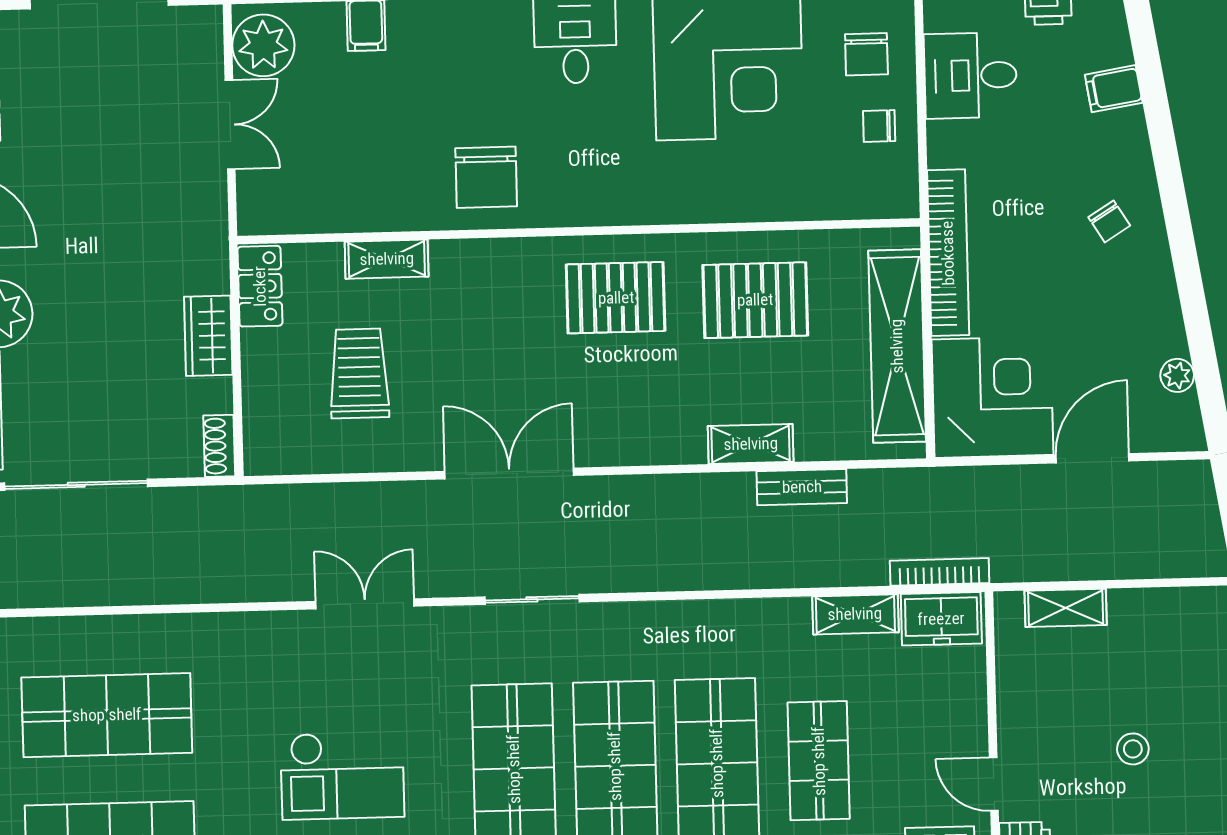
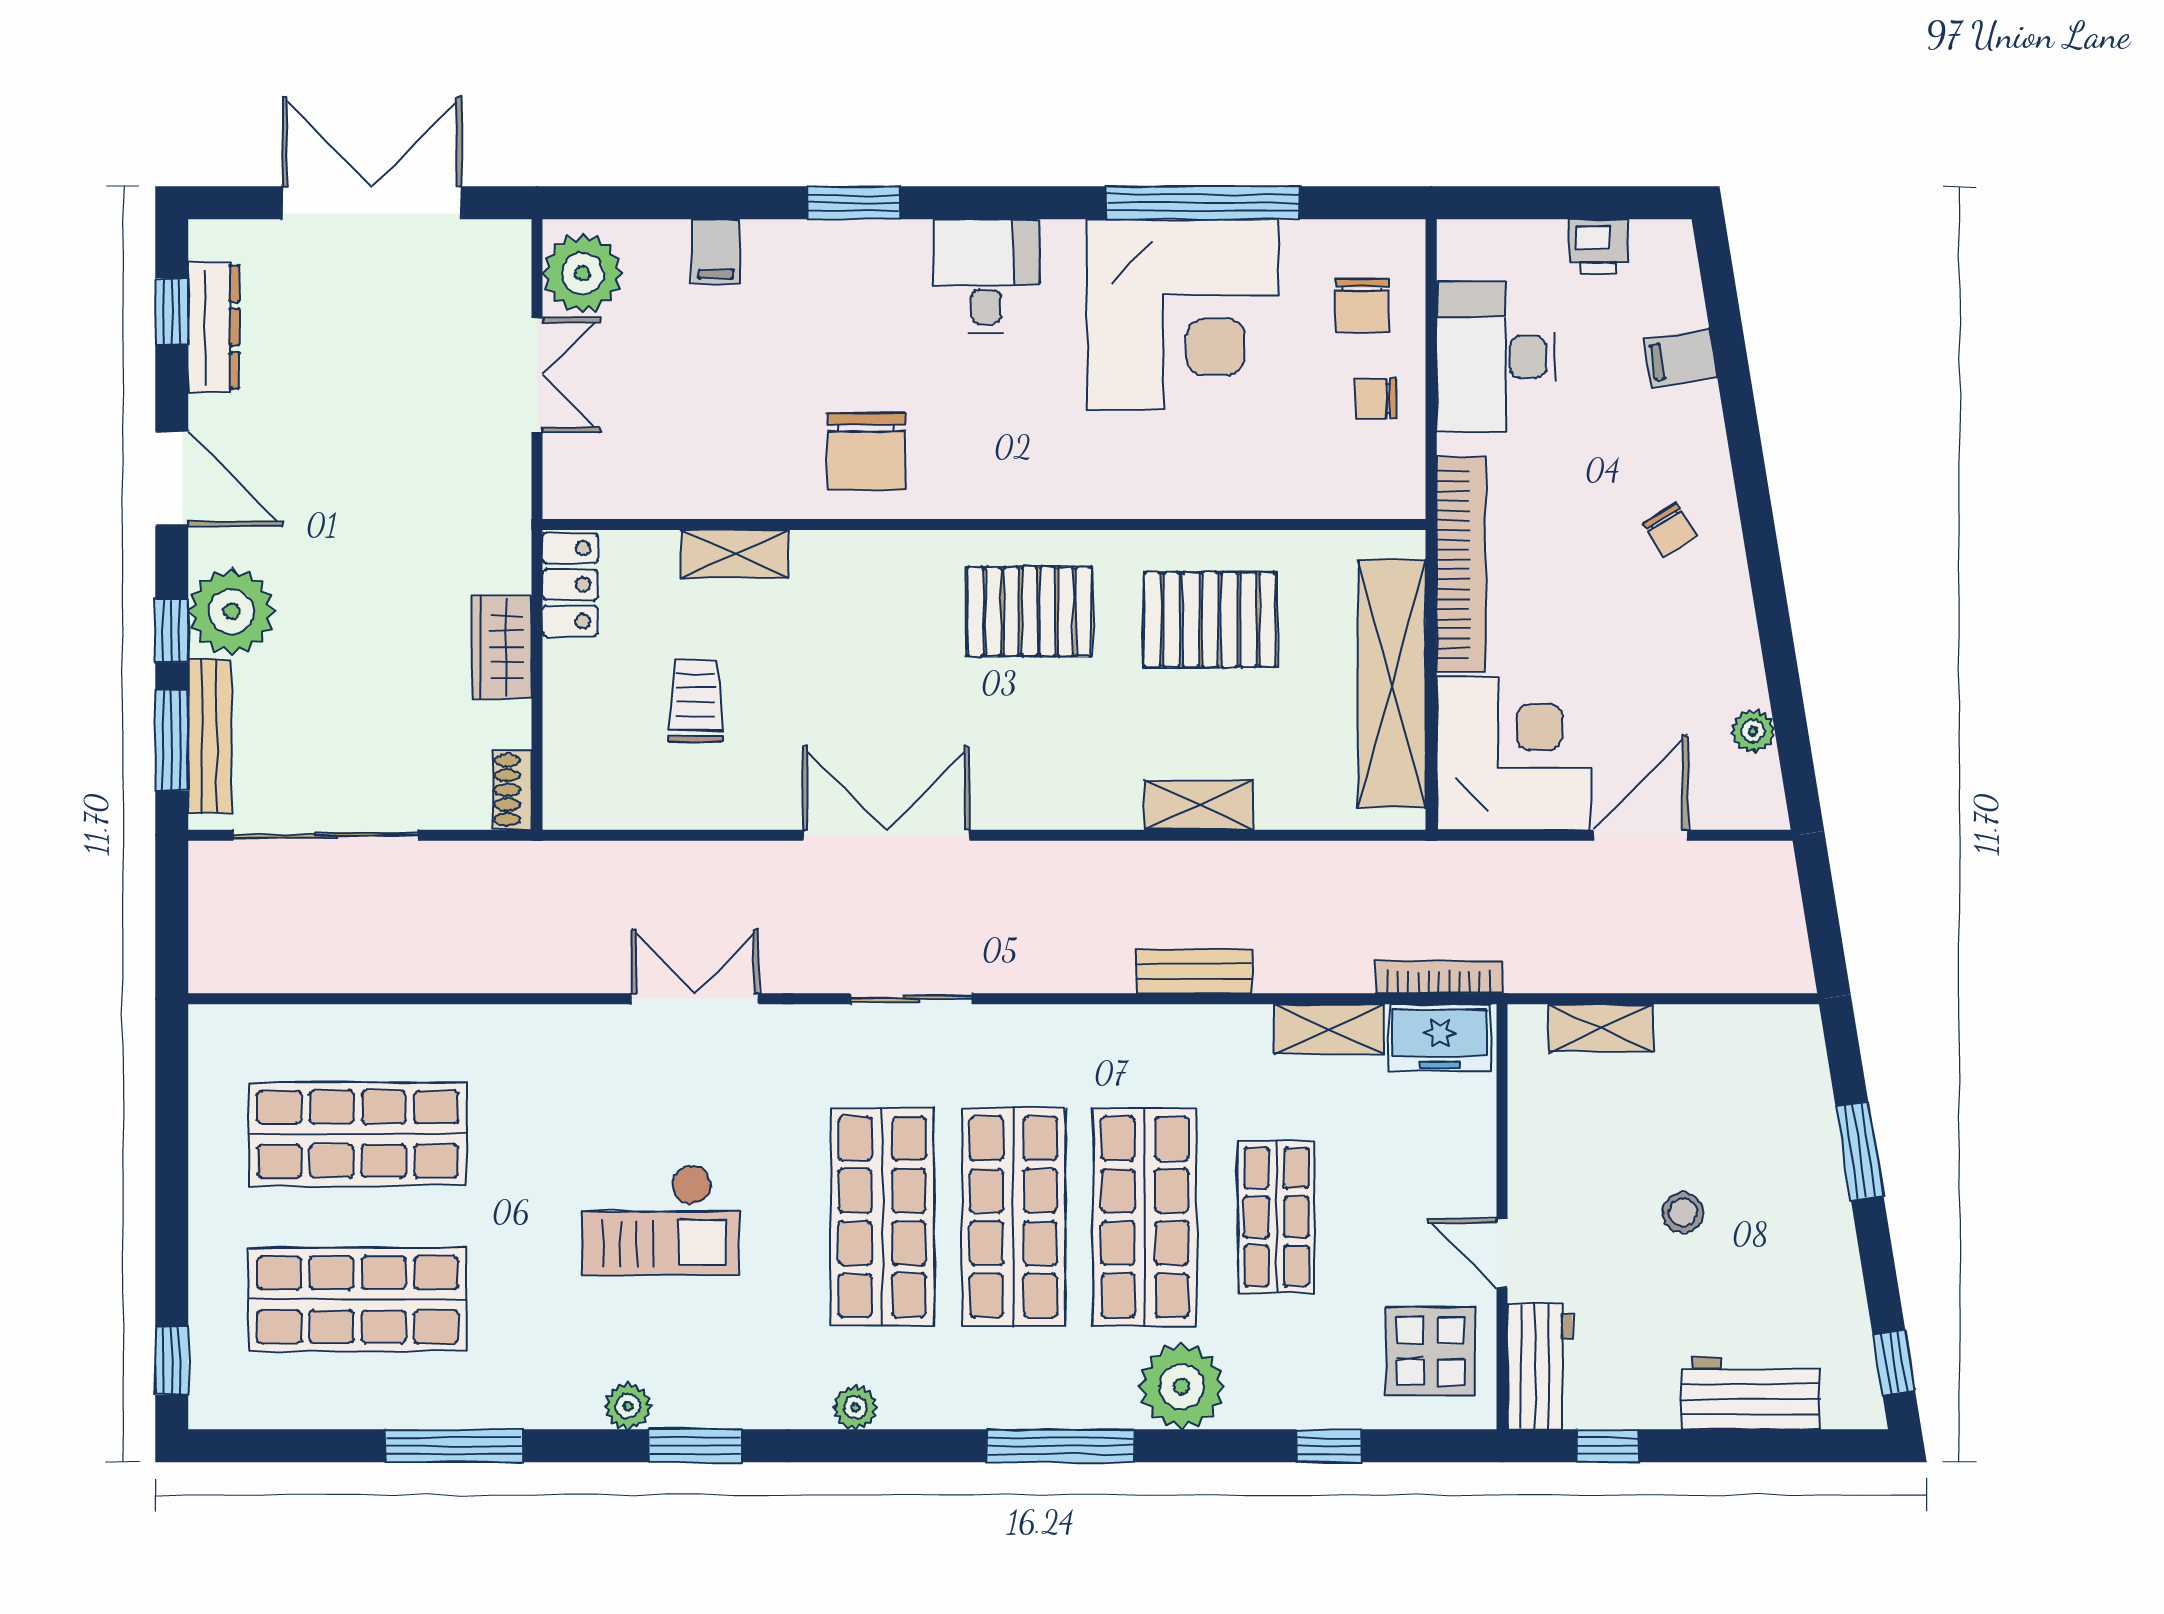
desk: (970, 75) -> (1496, 357), width x1.37
trolley: (359, 373) -> (696, 701), width x0.73, depth x0.72
bench: (802, 487) -> (1194, 971), moved

